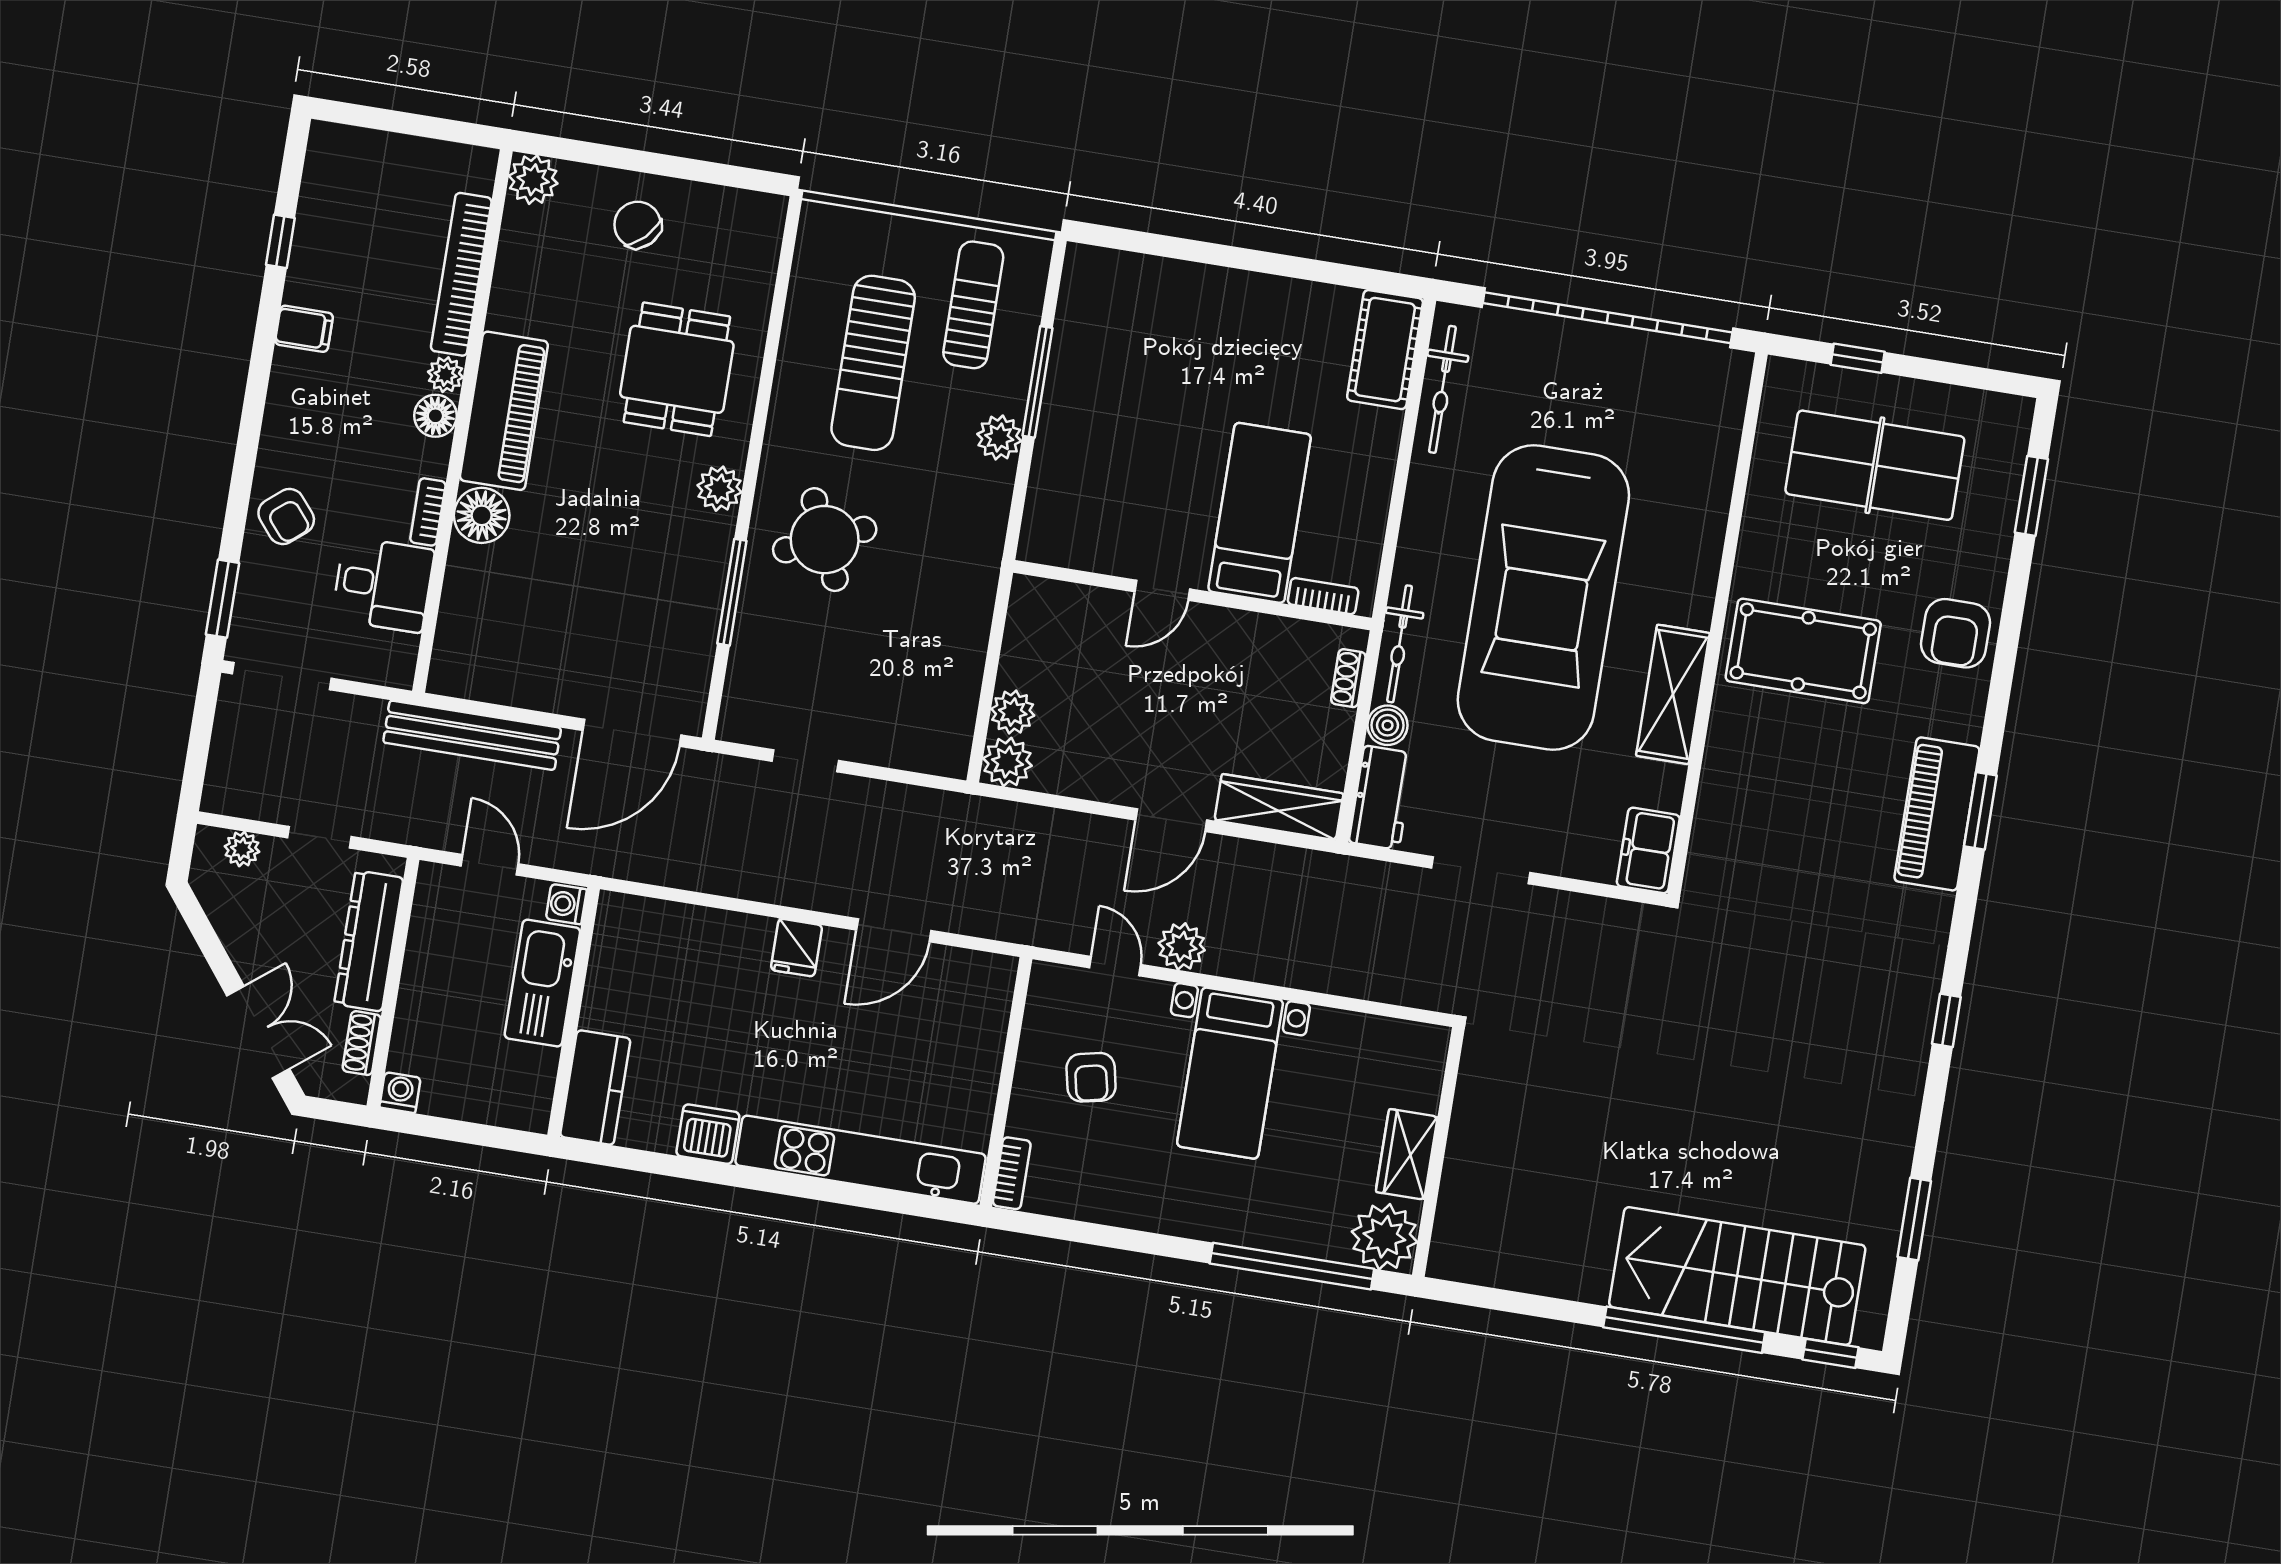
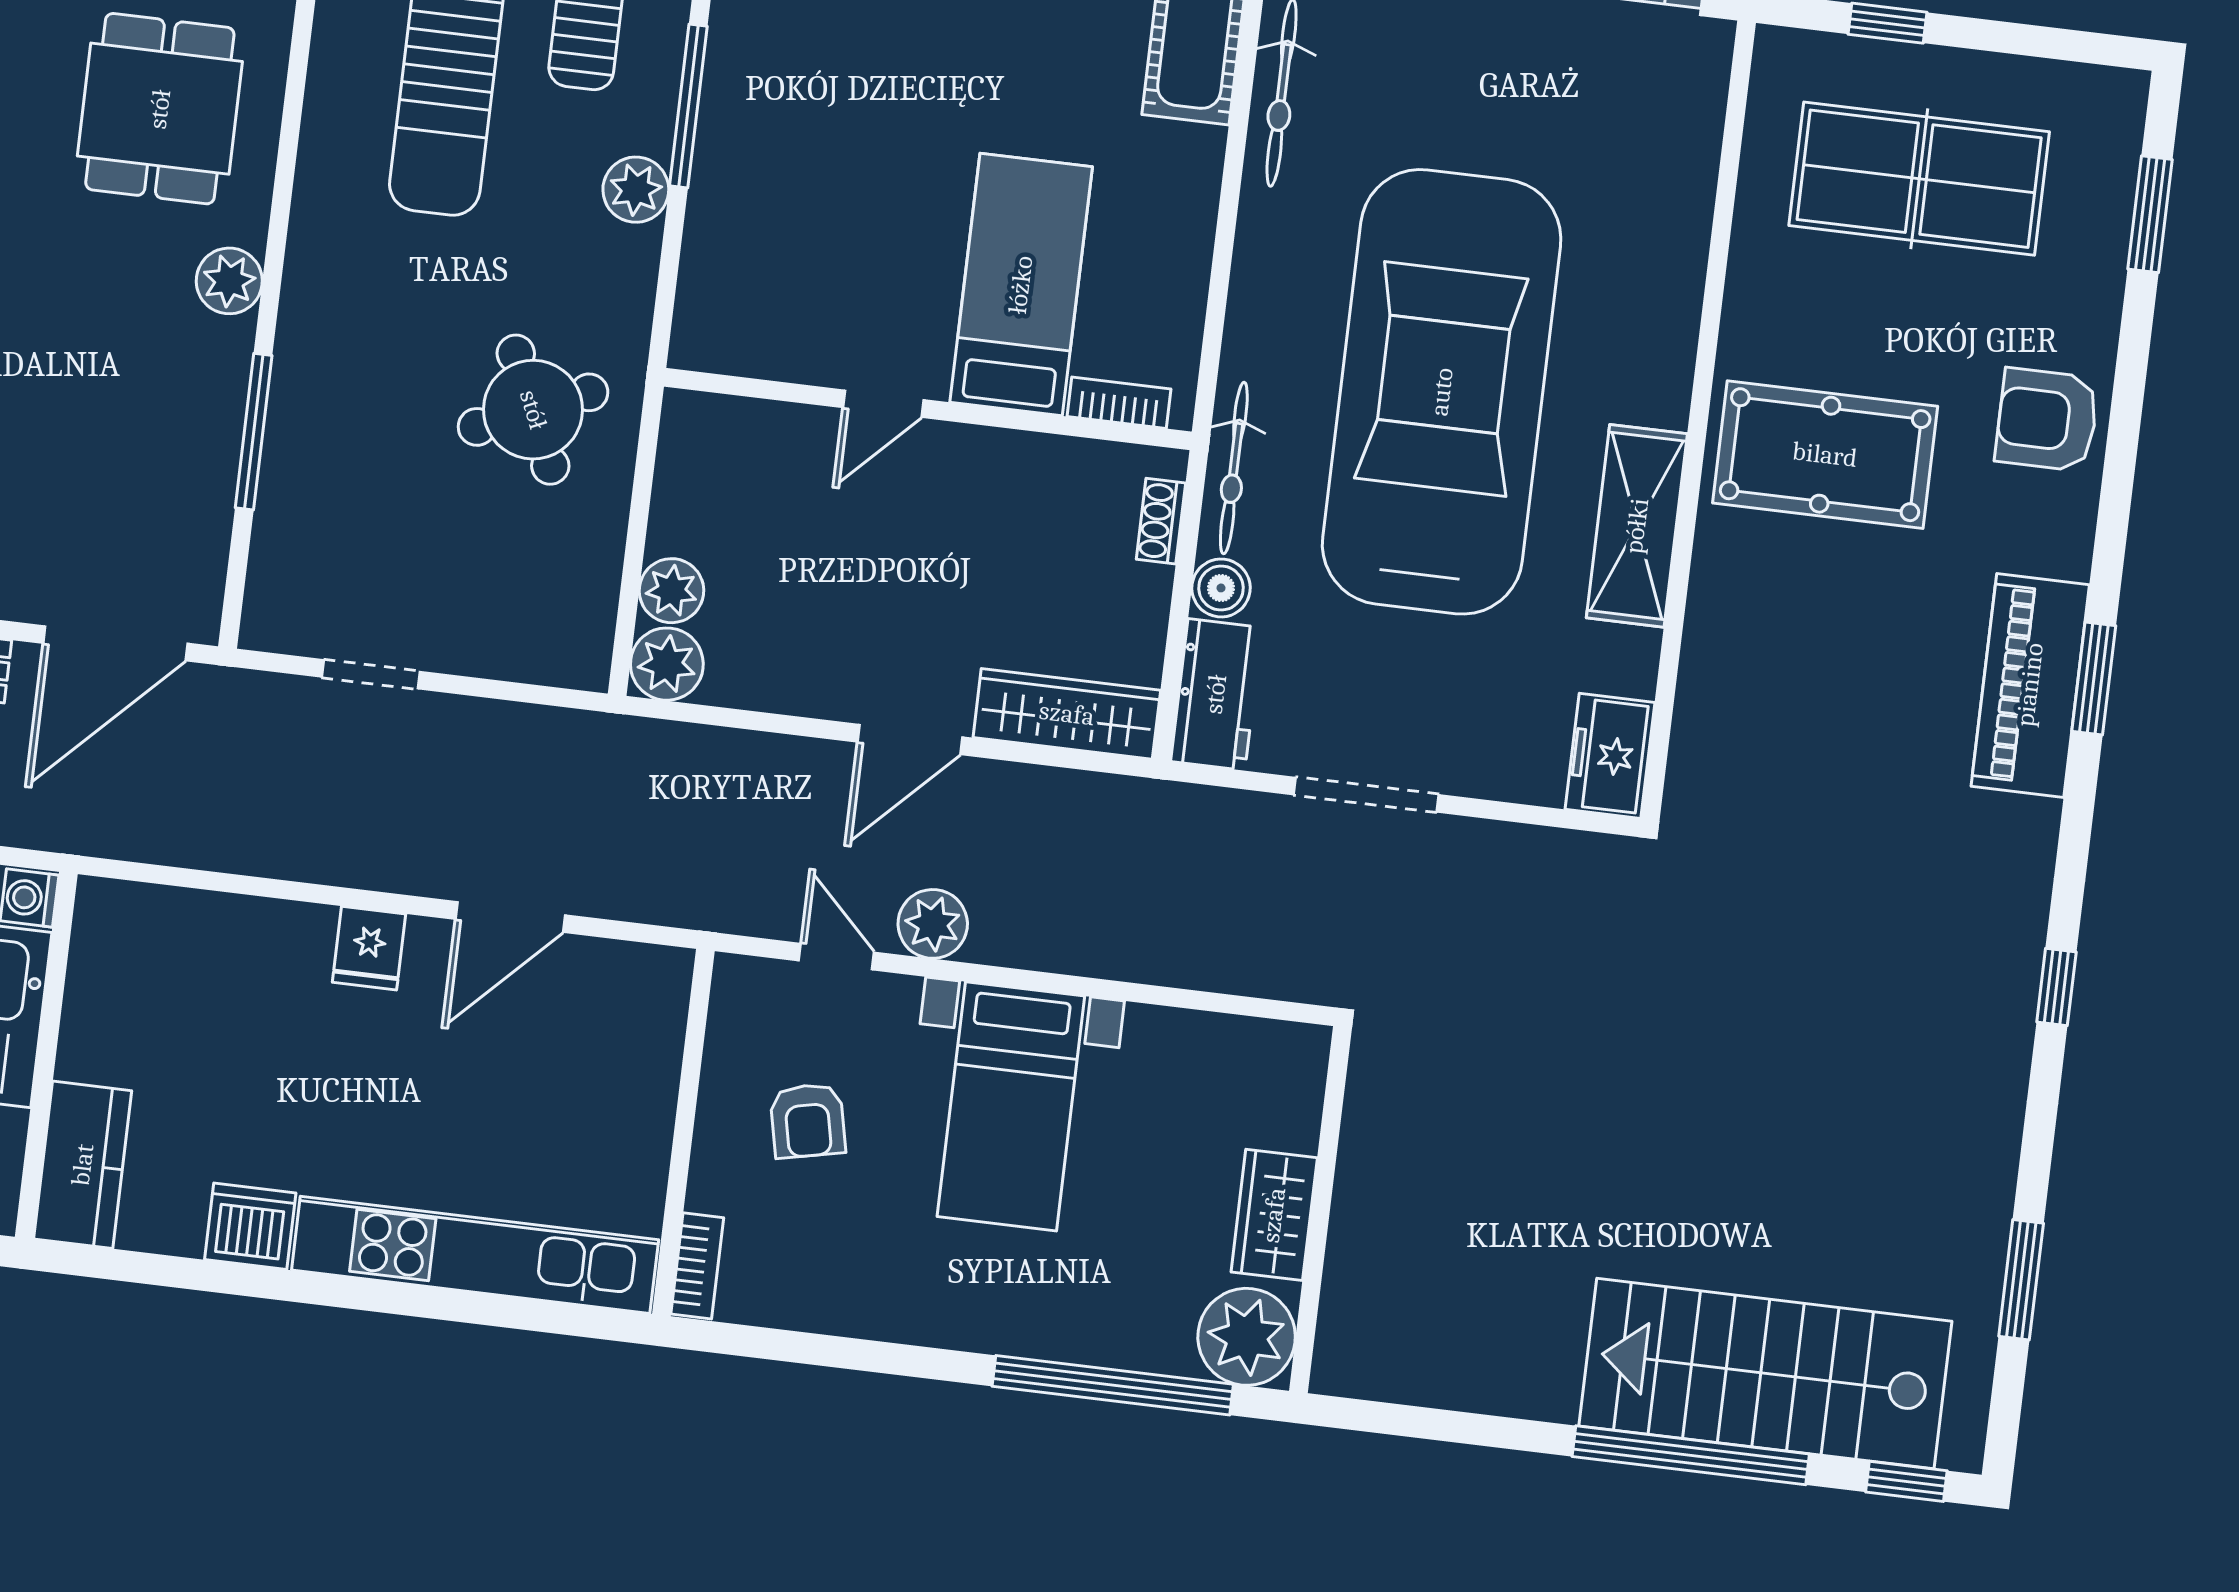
round table: (825, 540) -> (533, 410), moved
car: (1543, 597) -> (1442, 392), turned 180
armchair: (1956, 633) -> (2047, 420), turned 90

